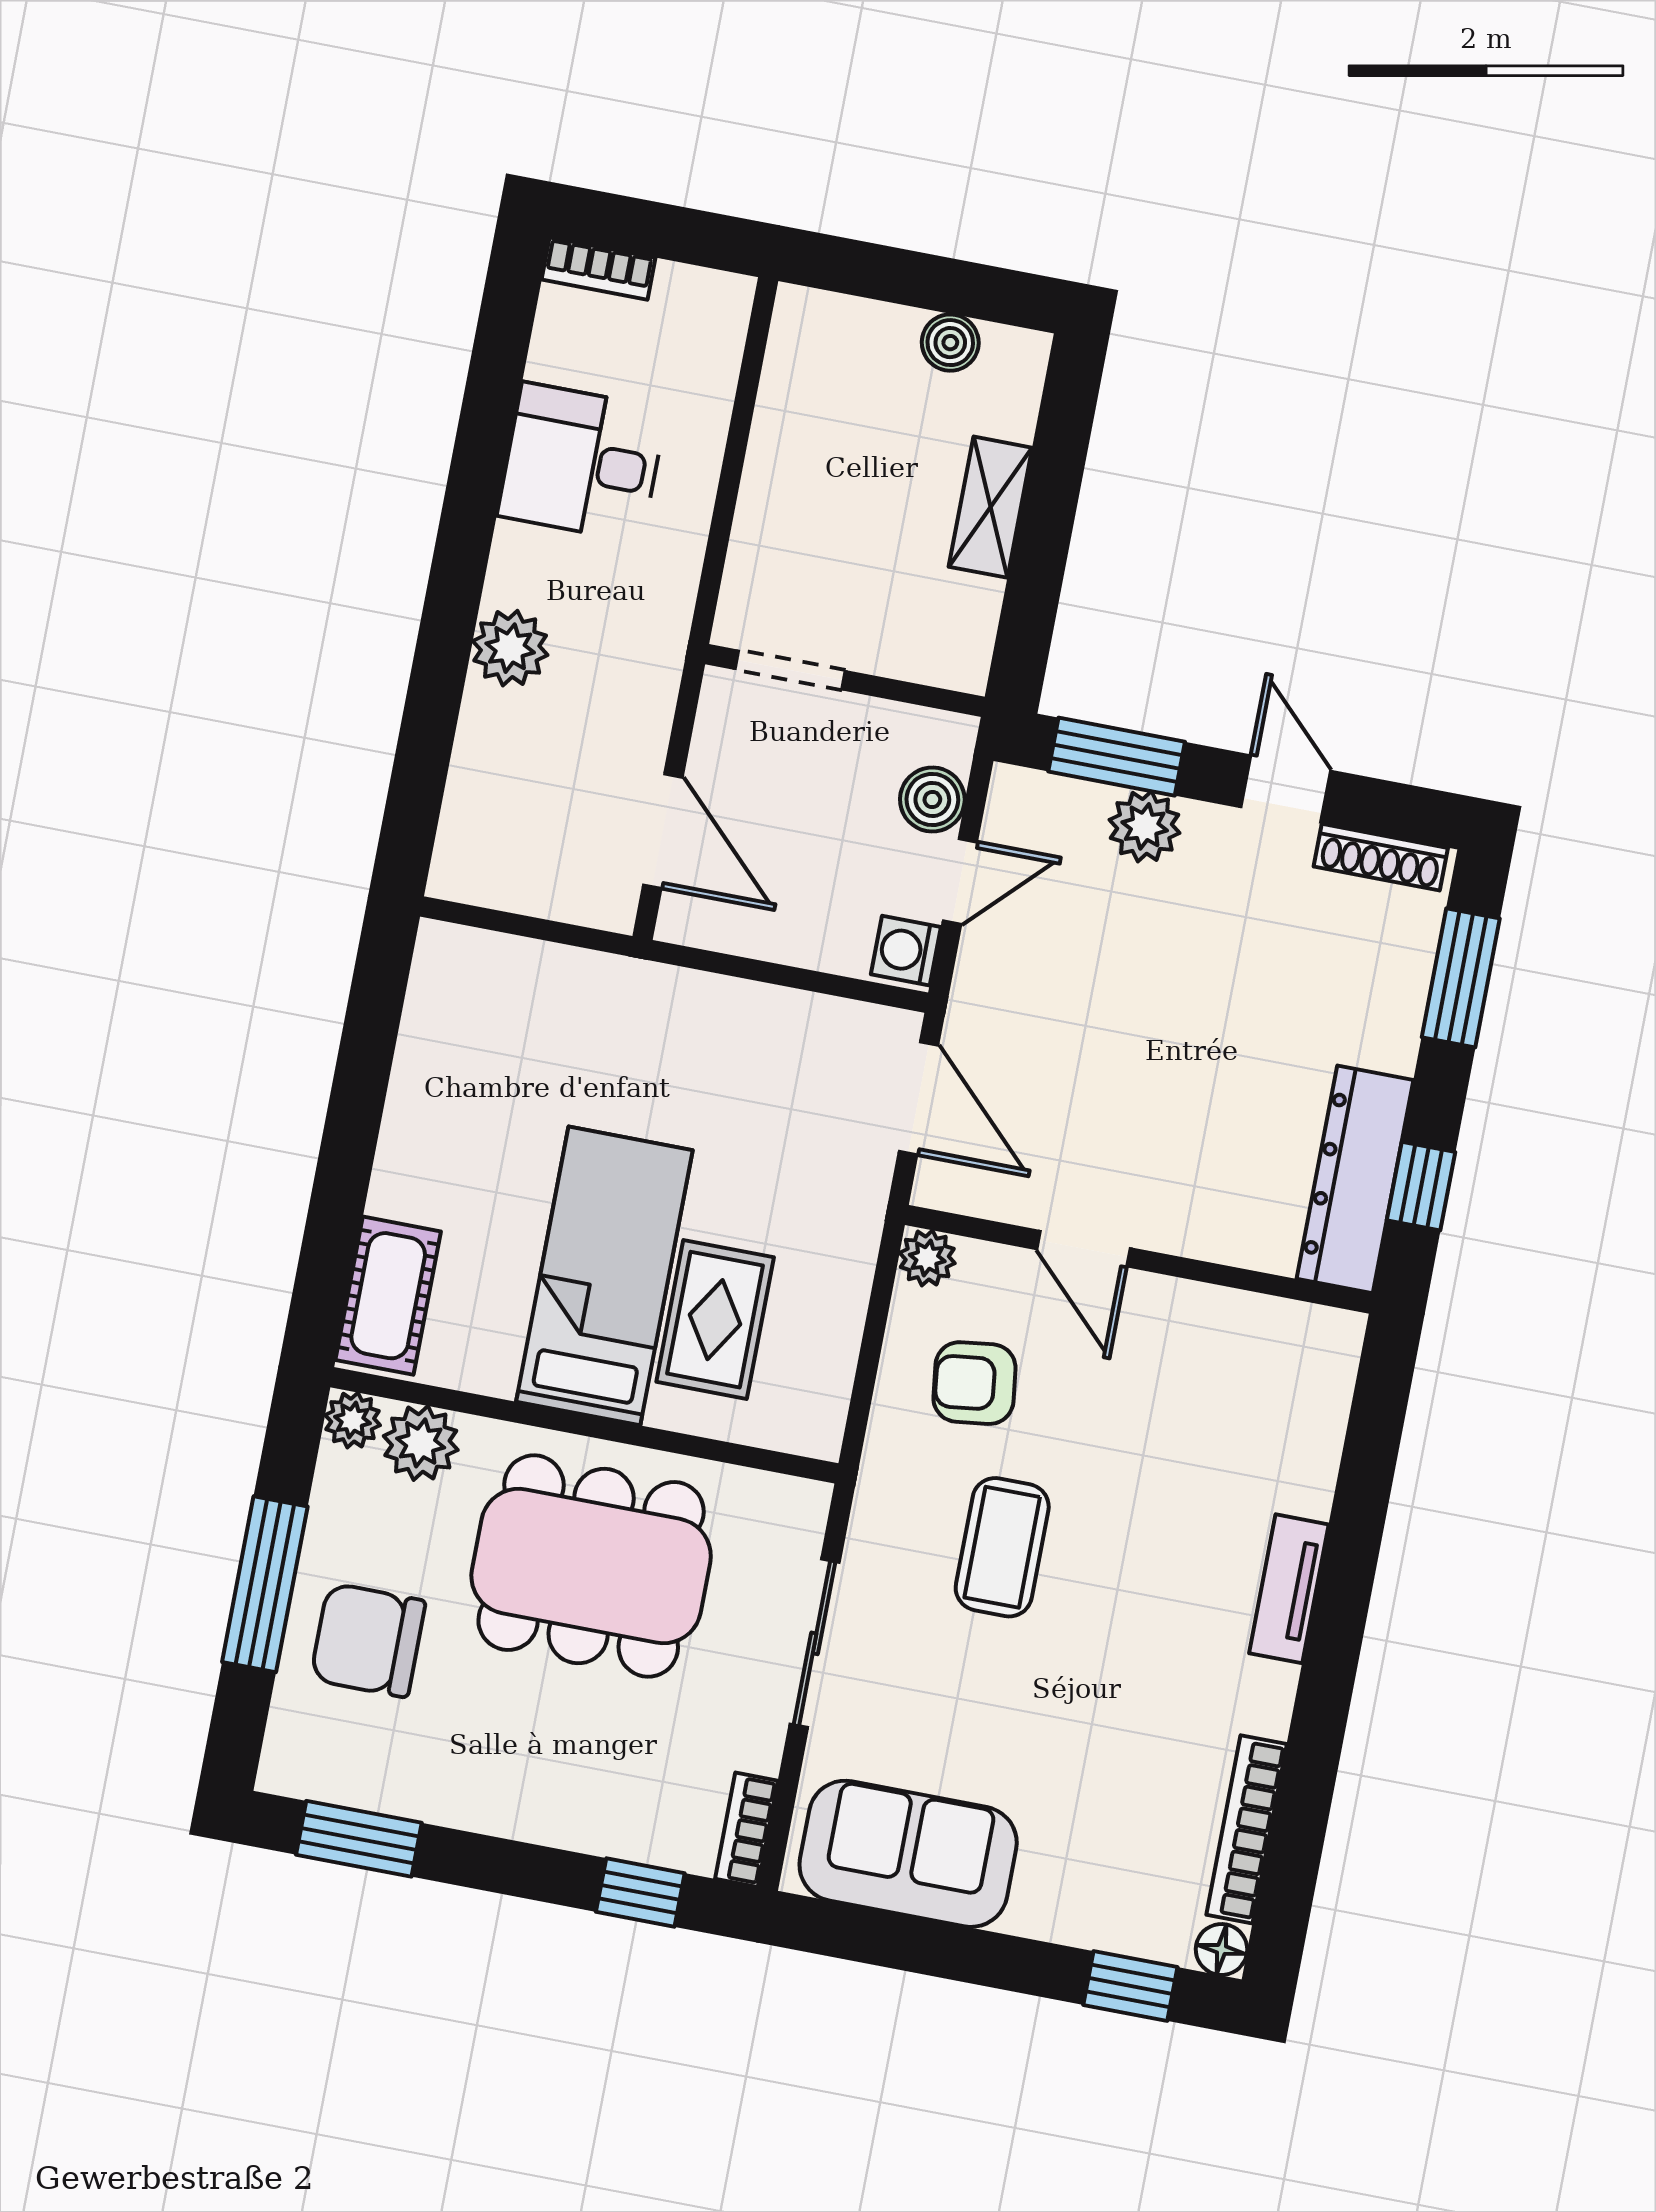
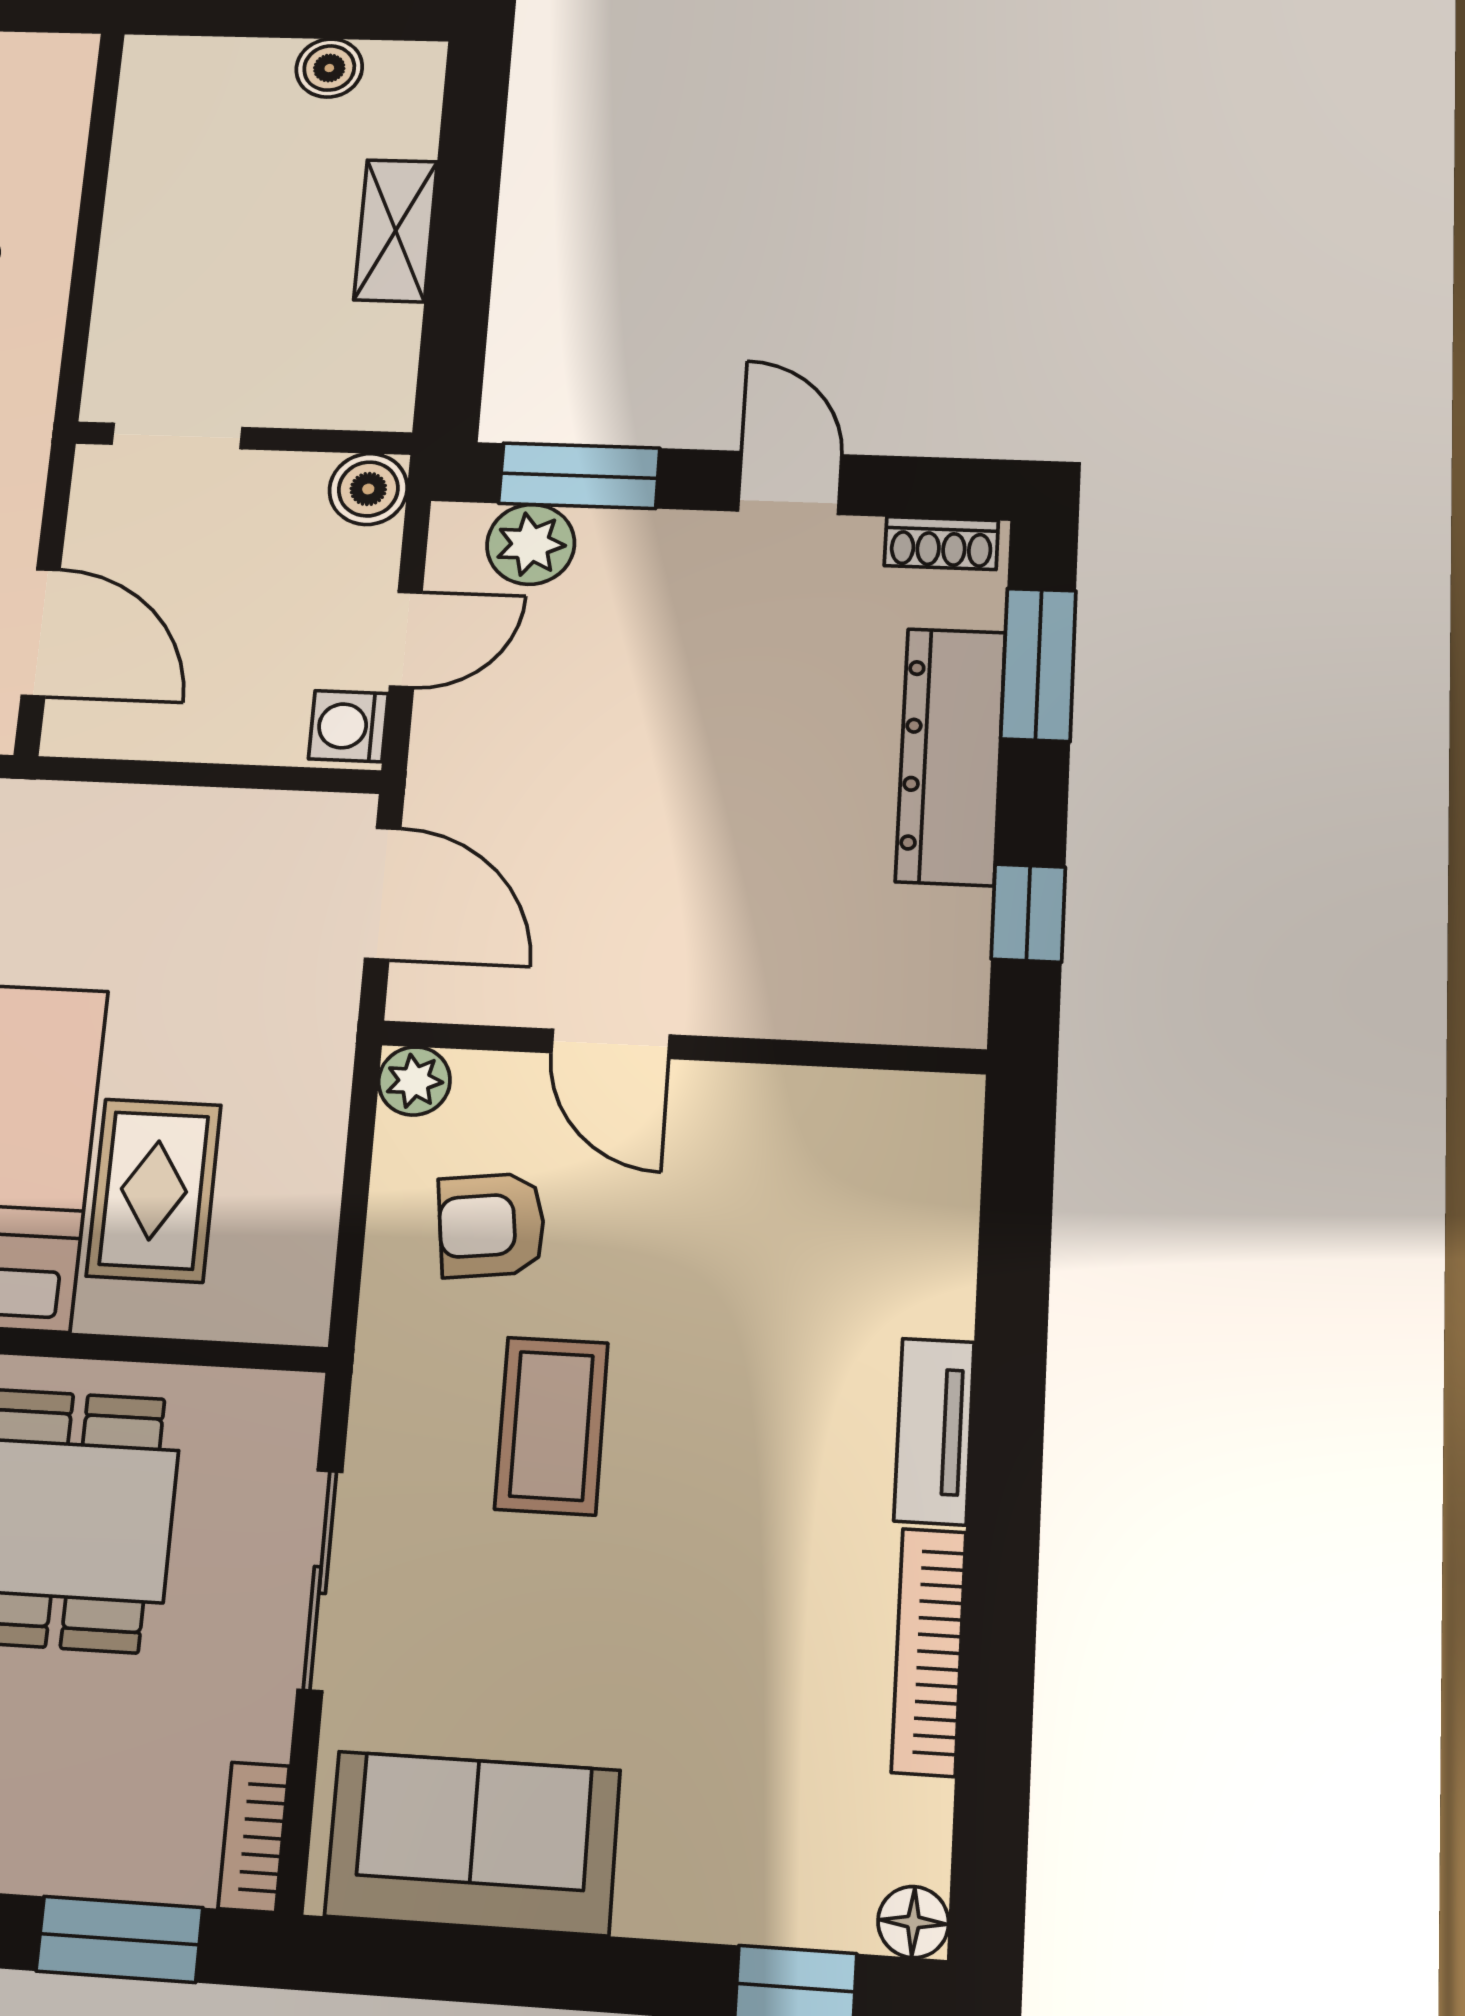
boiler: (932, 799) -> (368, 489), moved
plant: (1145, 826) -> (531, 544), moved
shoe rack: (1381, 857) -> (941, 543), width x0.70
dresser: (1355, 1179) -> (951, 756), moved
bookcase: (1247, 1829) -> (929, 1652), moved
window: (640, 1892) -> (119, 1939), width x1.50

